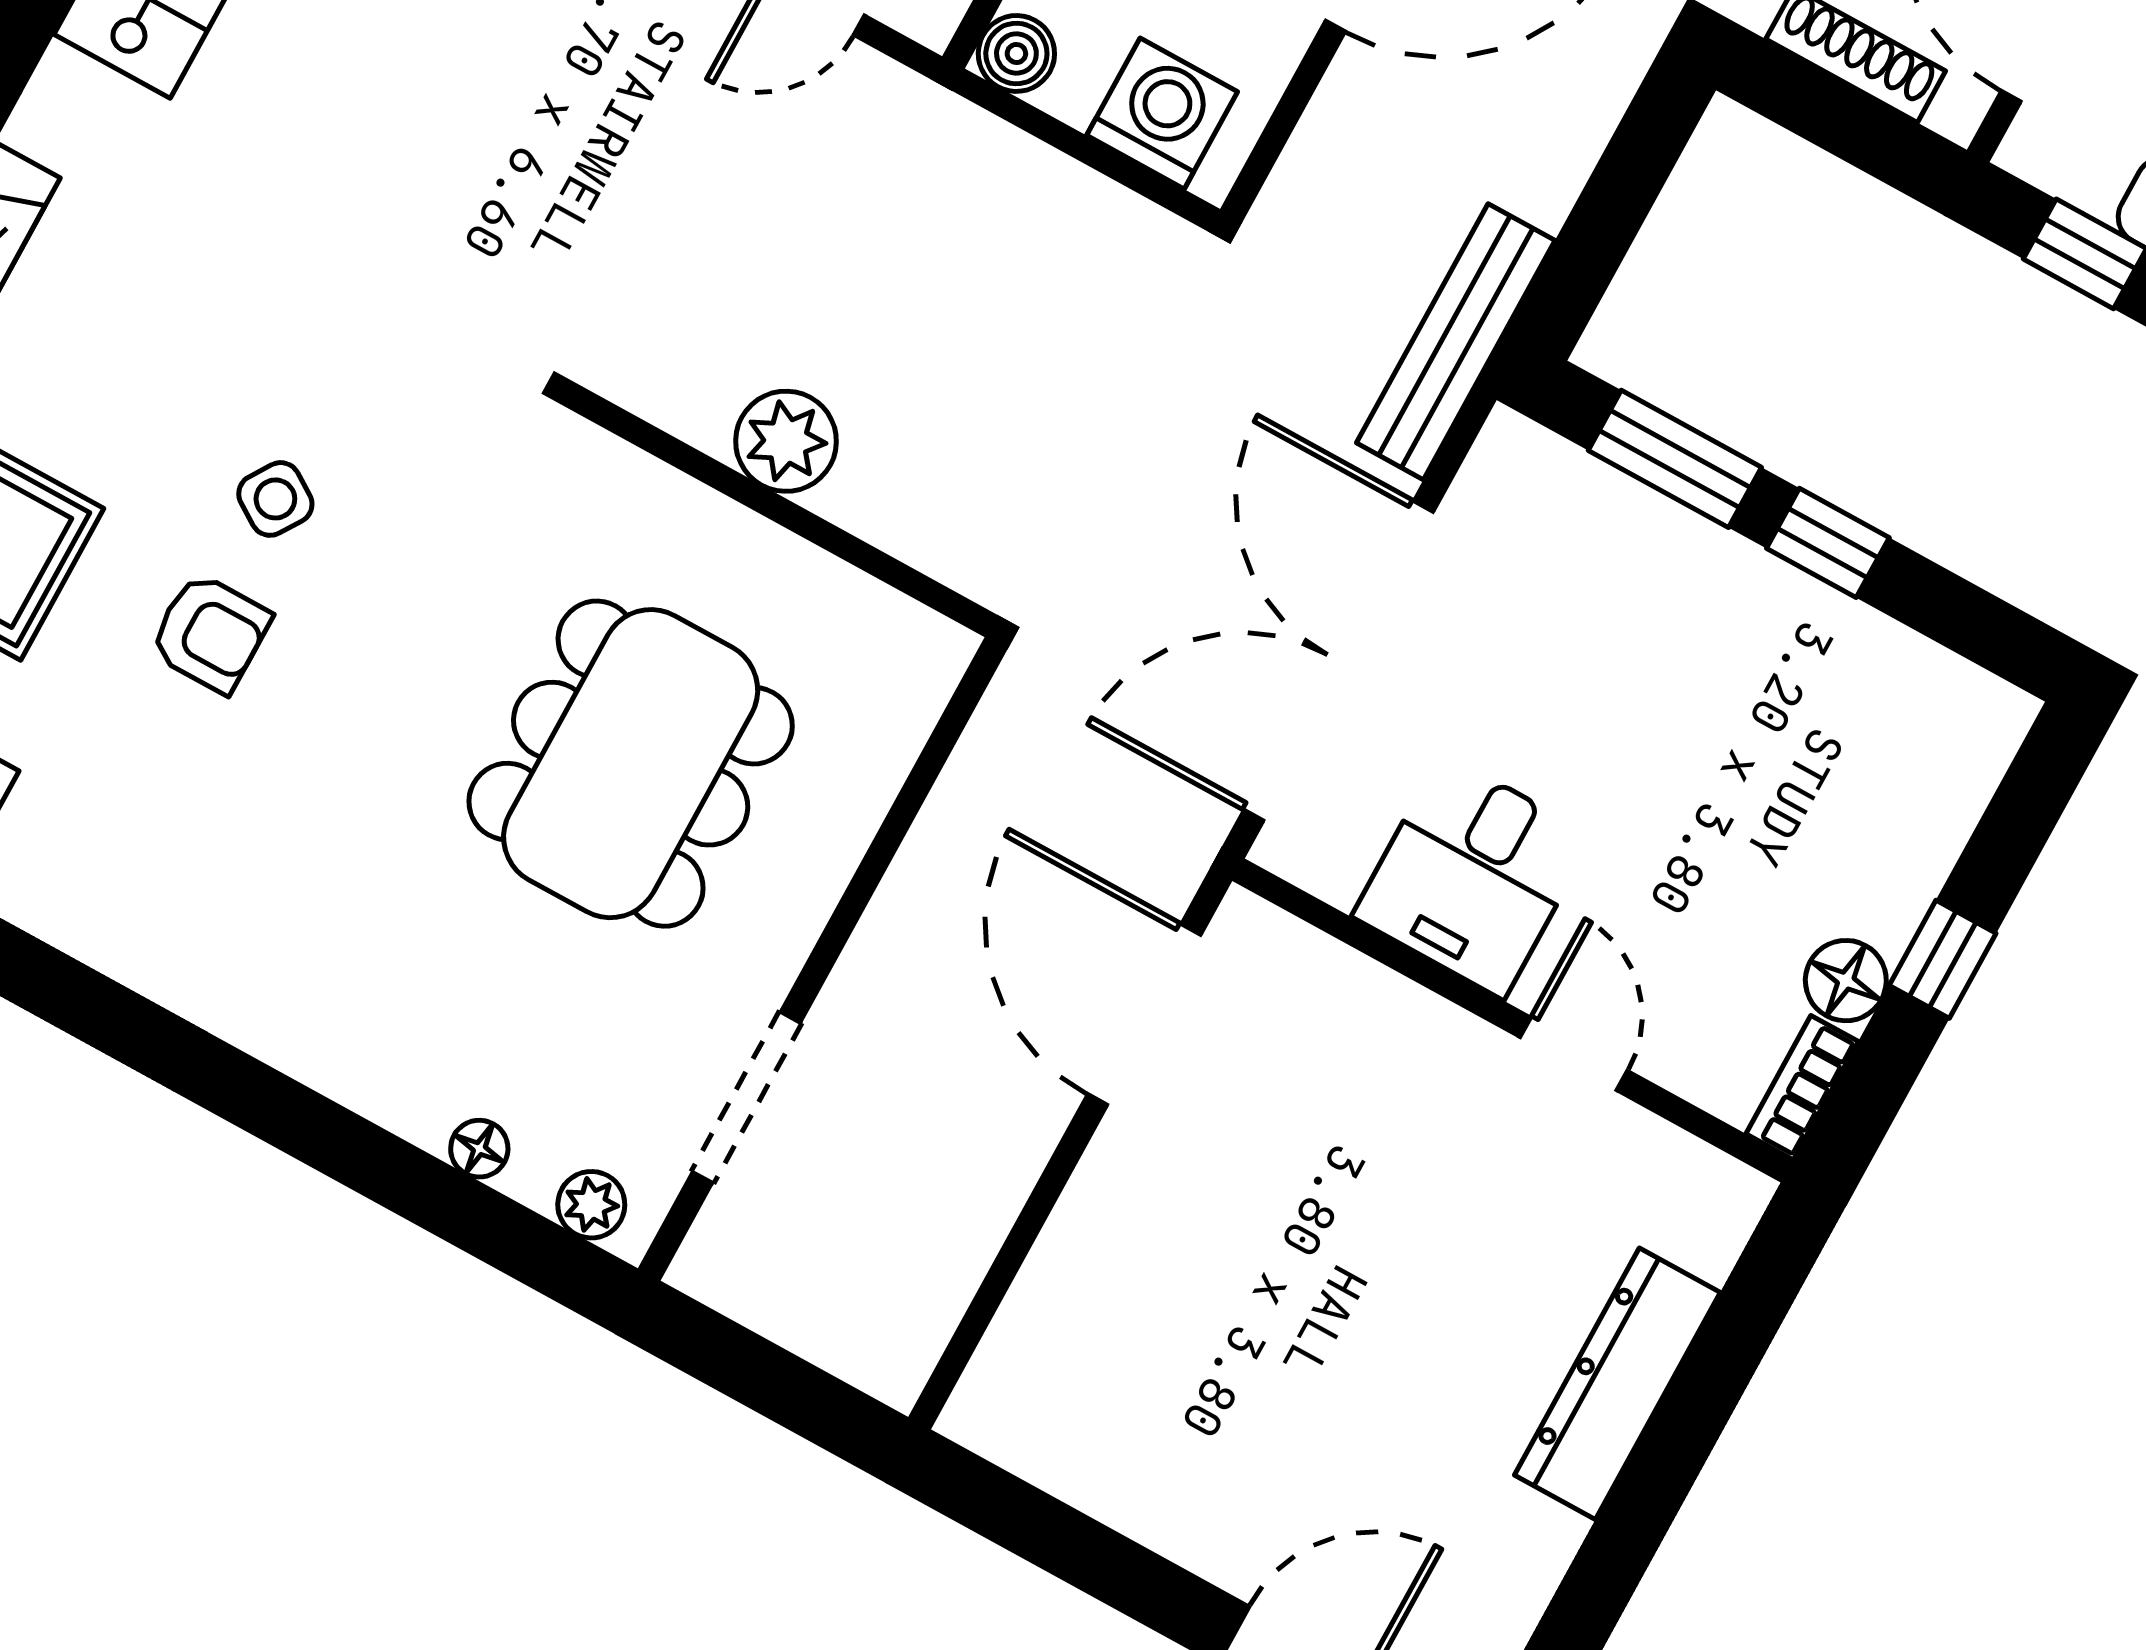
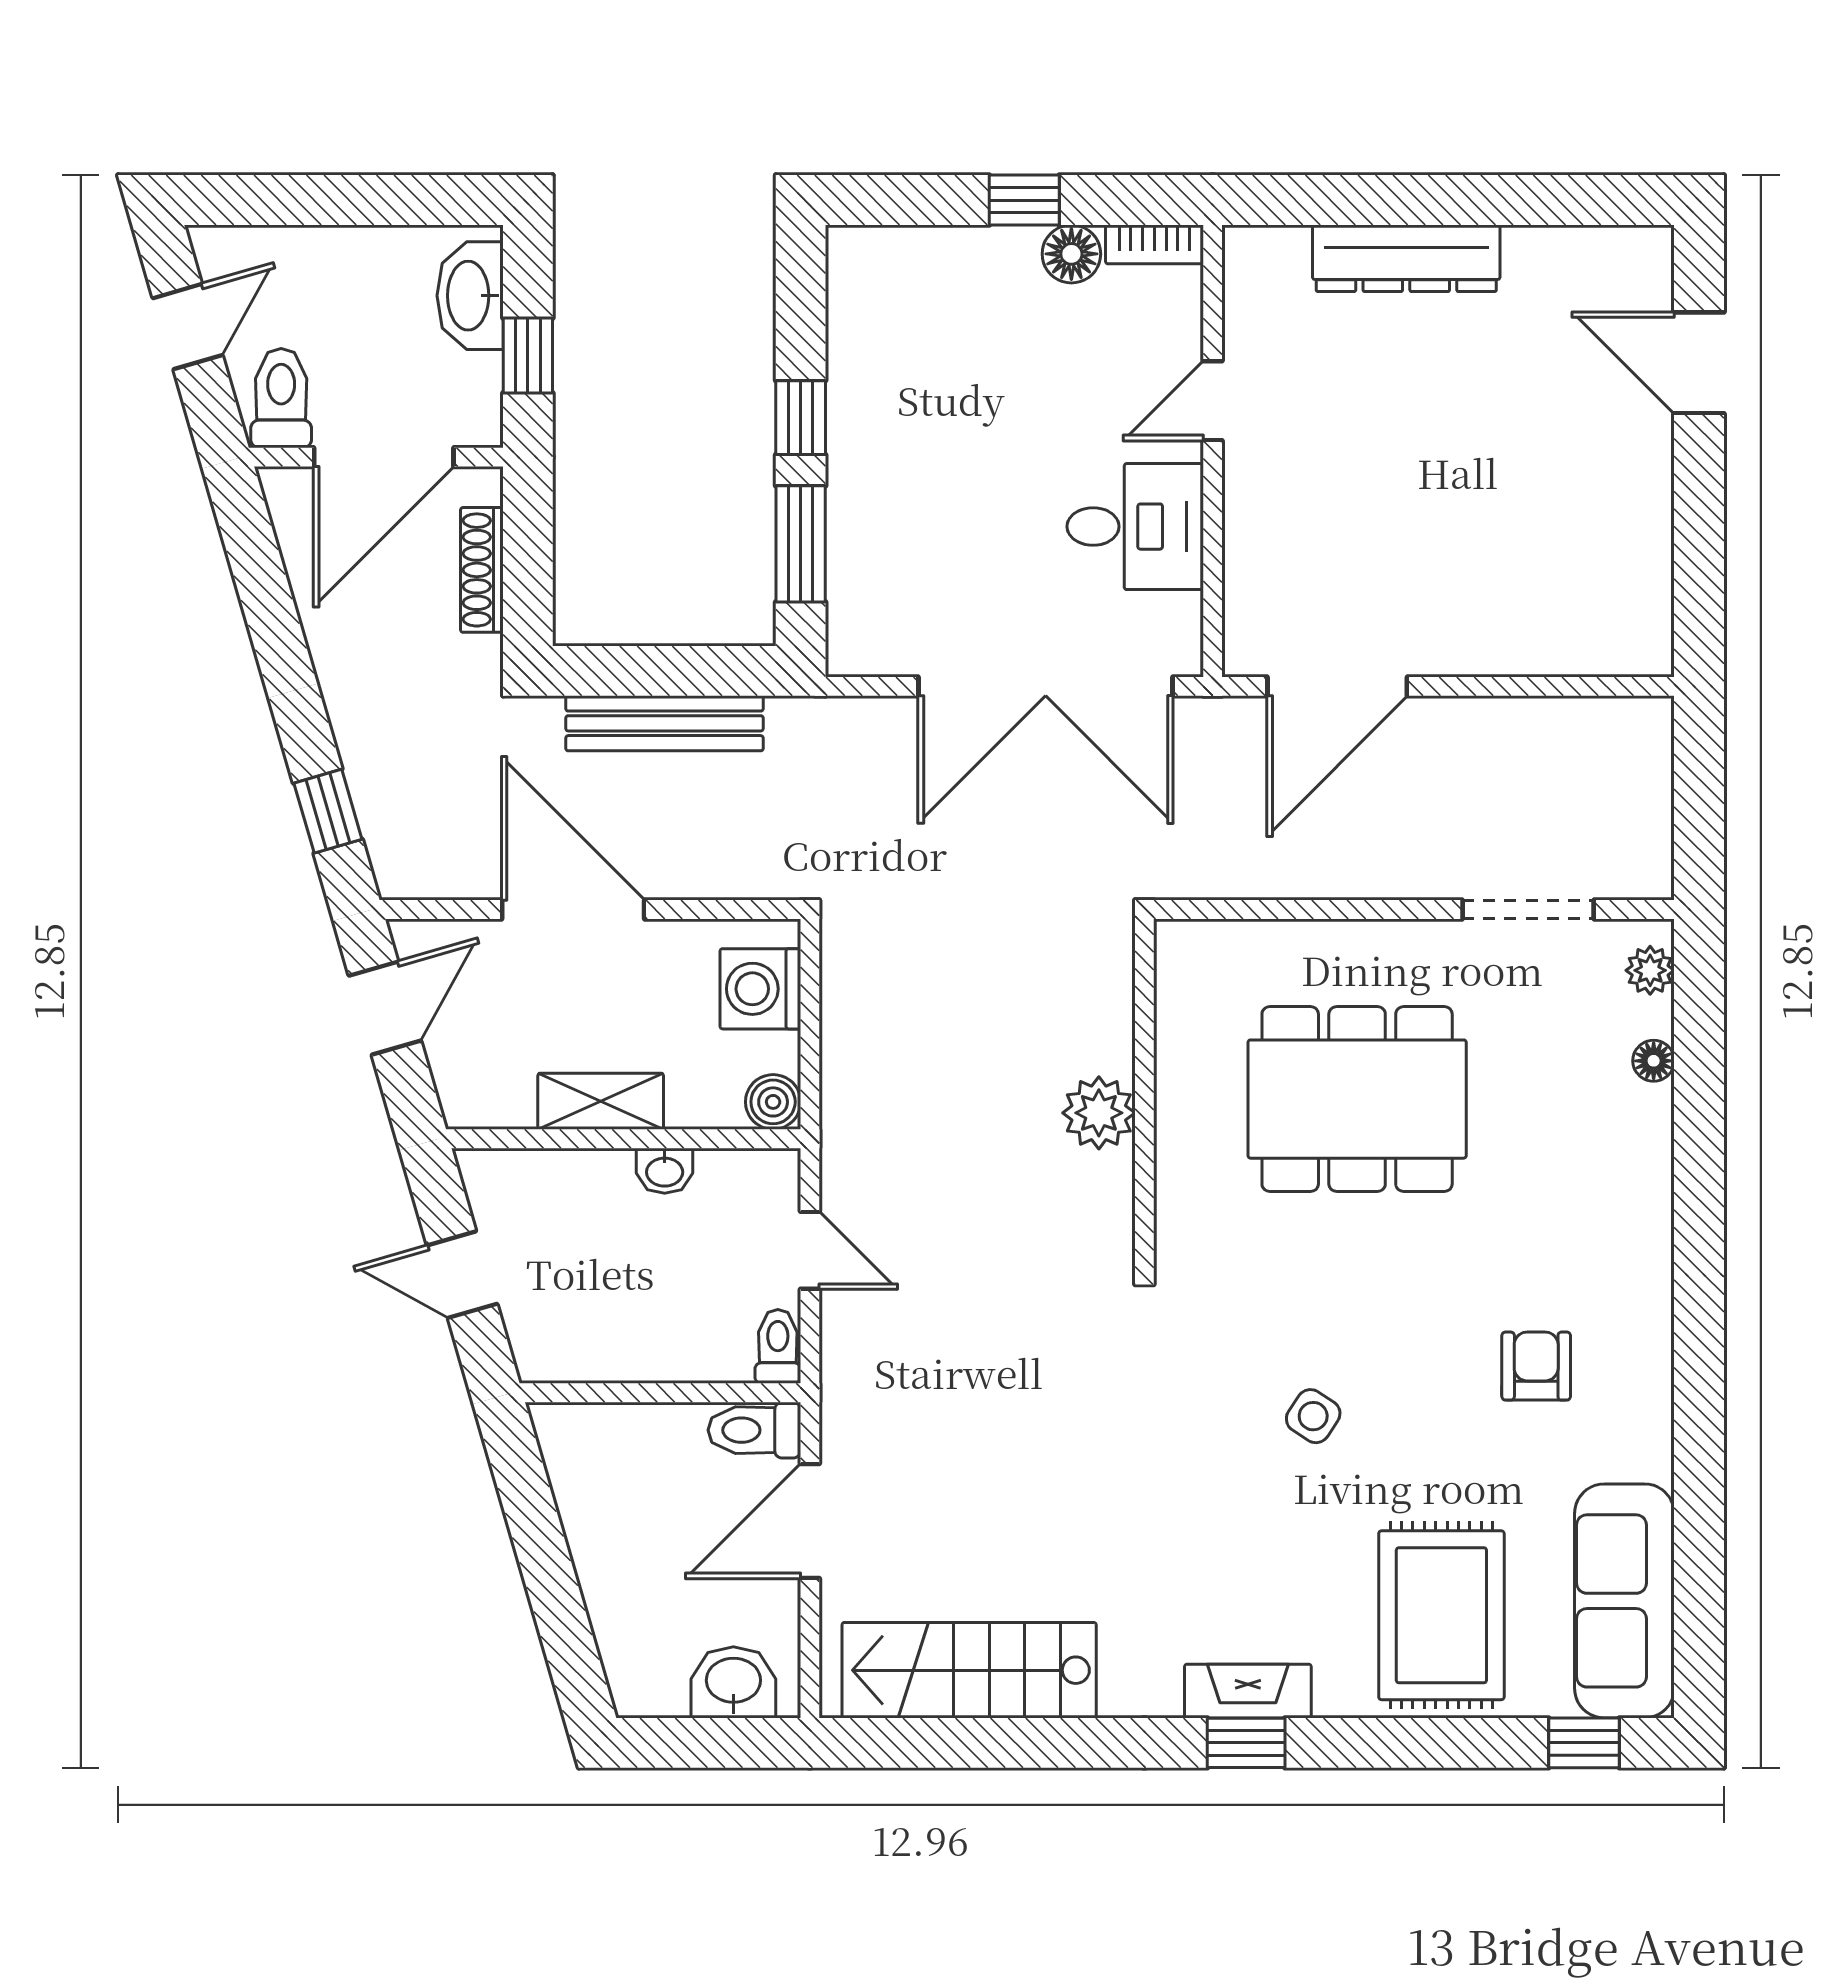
bench: (1456, 342) -> (664, 723), moved
armchair: (210, 633) -> (1536, 1366), moved

